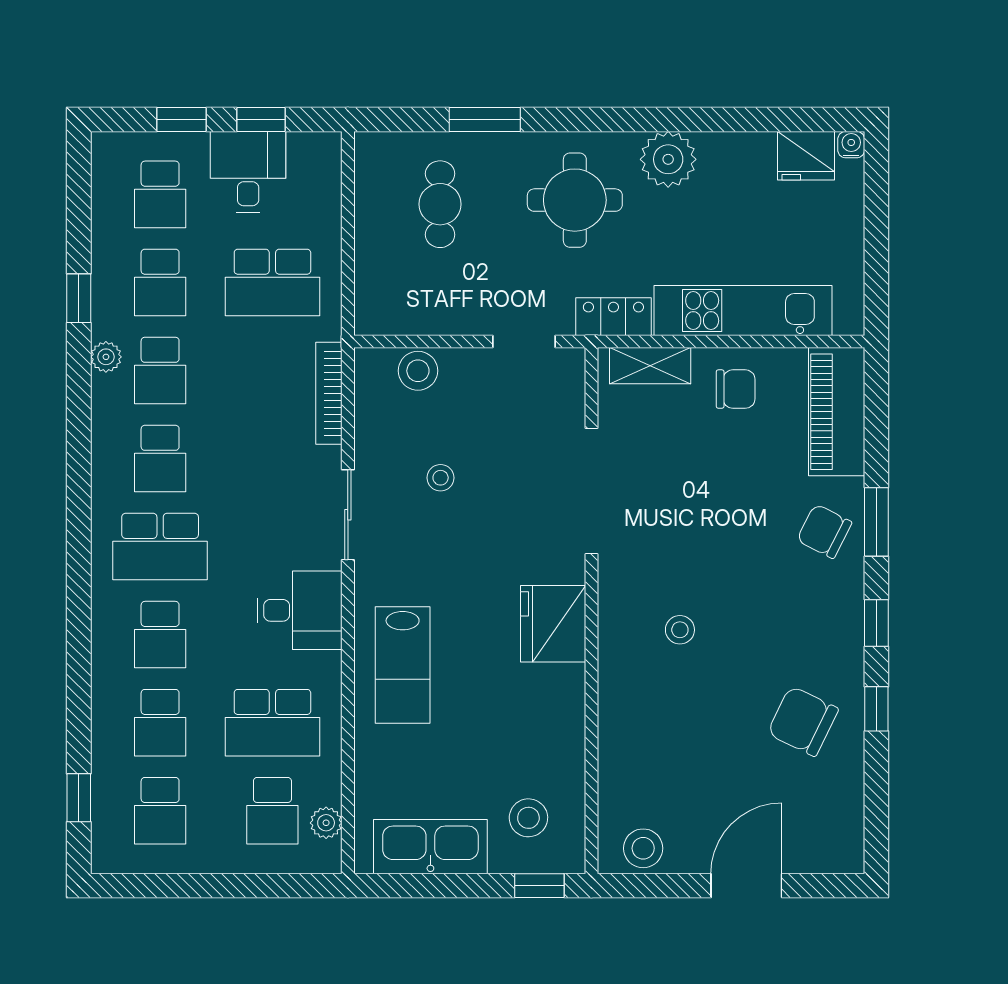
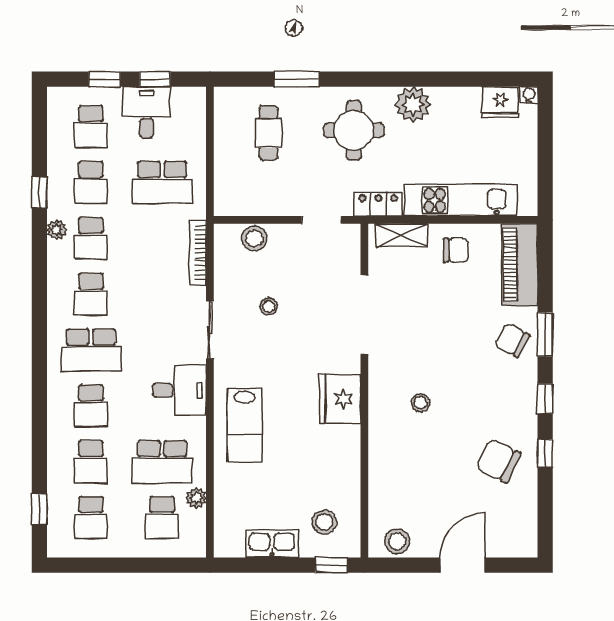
plant: (326, 823) -> (196, 498), moved
kitchen sink: (430, 847) -> (272, 544), width x0.73, depth x0.81

